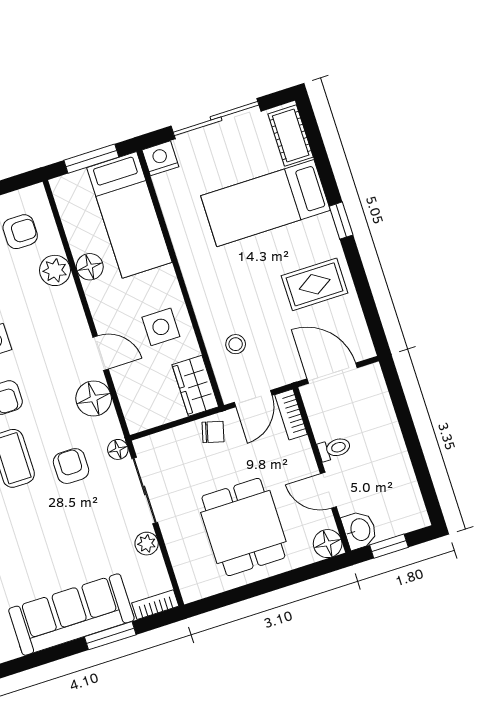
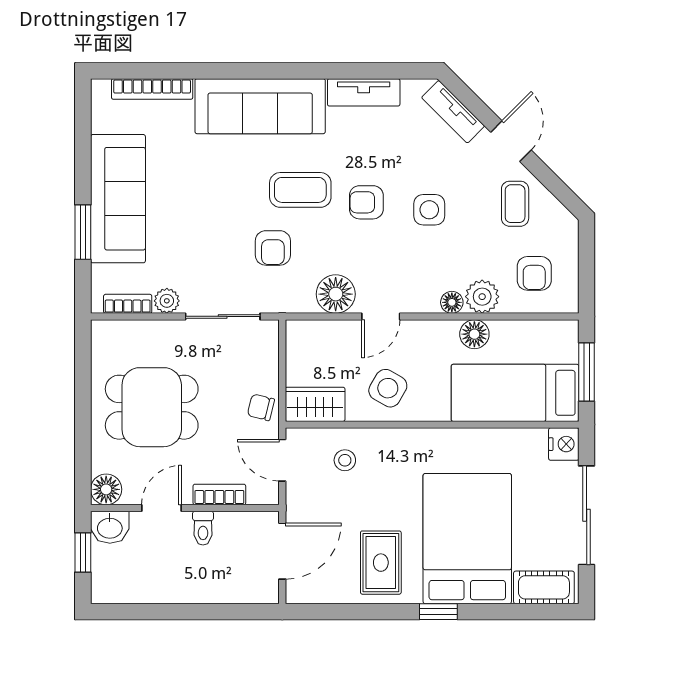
bed: (265, 203) -> (467, 539), width x1.50
side table: (161, 327) -> (388, 388), turned 30
bookcase: (291, 415) -> (219, 494), moved
chair: (213, 432) -> (261, 407), turned 89
floor lamp: (118, 449) -> (452, 302), moved
armchair: (71, 466) -> (273, 248), turned 90
bookcase: (155, 605) -> (128, 304), moved, turned -90

